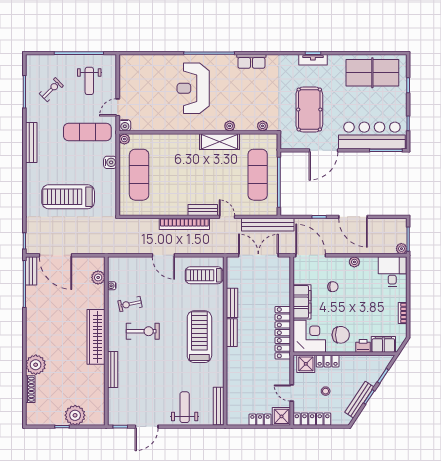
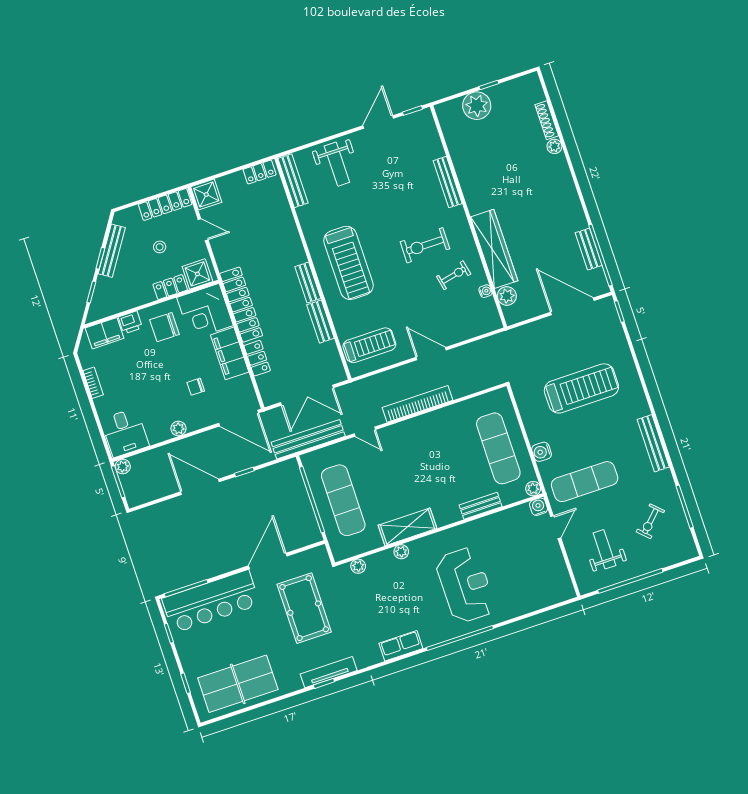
tv unit: (313, 60) -> (329, 672), width x1.41
bench: (203, 210) -> (481, 506), moved
bench: (31, 271) -> (589, 249), moved
locker: (284, 292) -> (257, 358), added
wardrobe: (96, 337) -> (494, 249), moved
plant: (36, 365) -> (554, 146), width x0.53, depth x0.53
locker: (260, 420) -> (260, 172), moved

